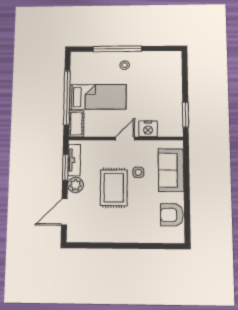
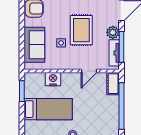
bed: (98, 97) -> (48, 109), moved, turned 180
door: (125, 139) -> (89, 71), moved
window: (65, 167) -> (122, 47), width x1.44

